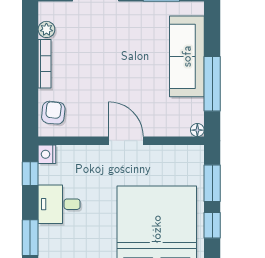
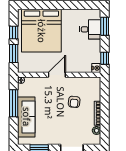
armchair: (53, 113) -> (74, 102), moved
door: (126, 141) -> (57, 75), swing flipped
desk: (59, 204) -> (90, 29), moved

